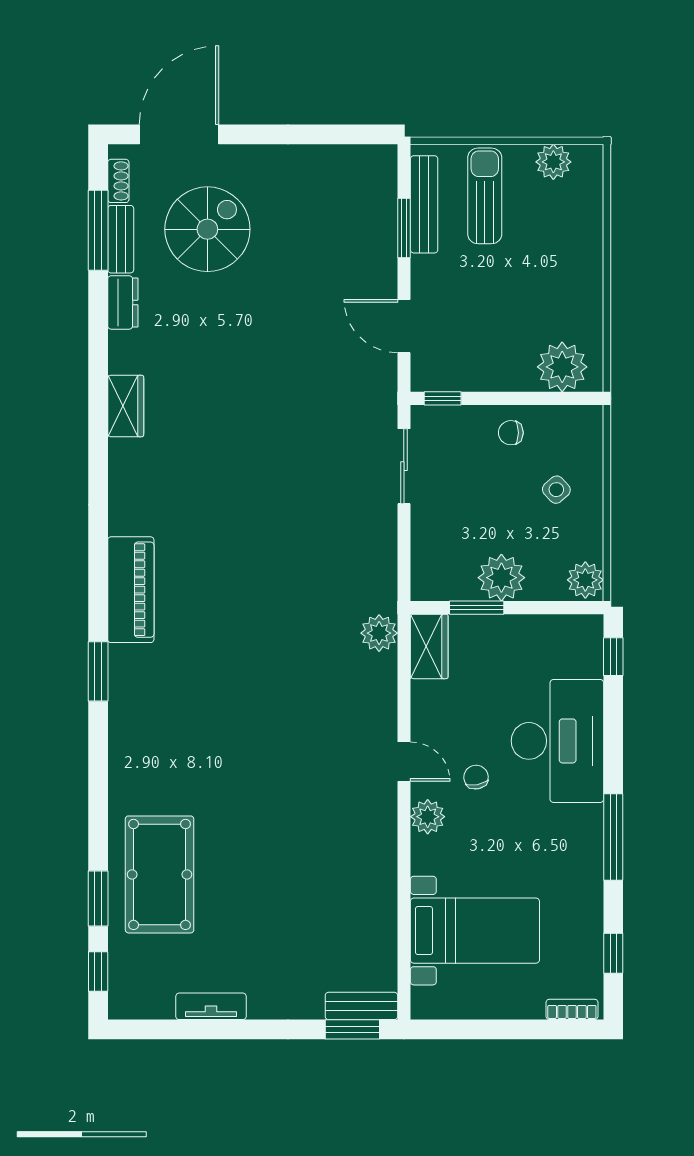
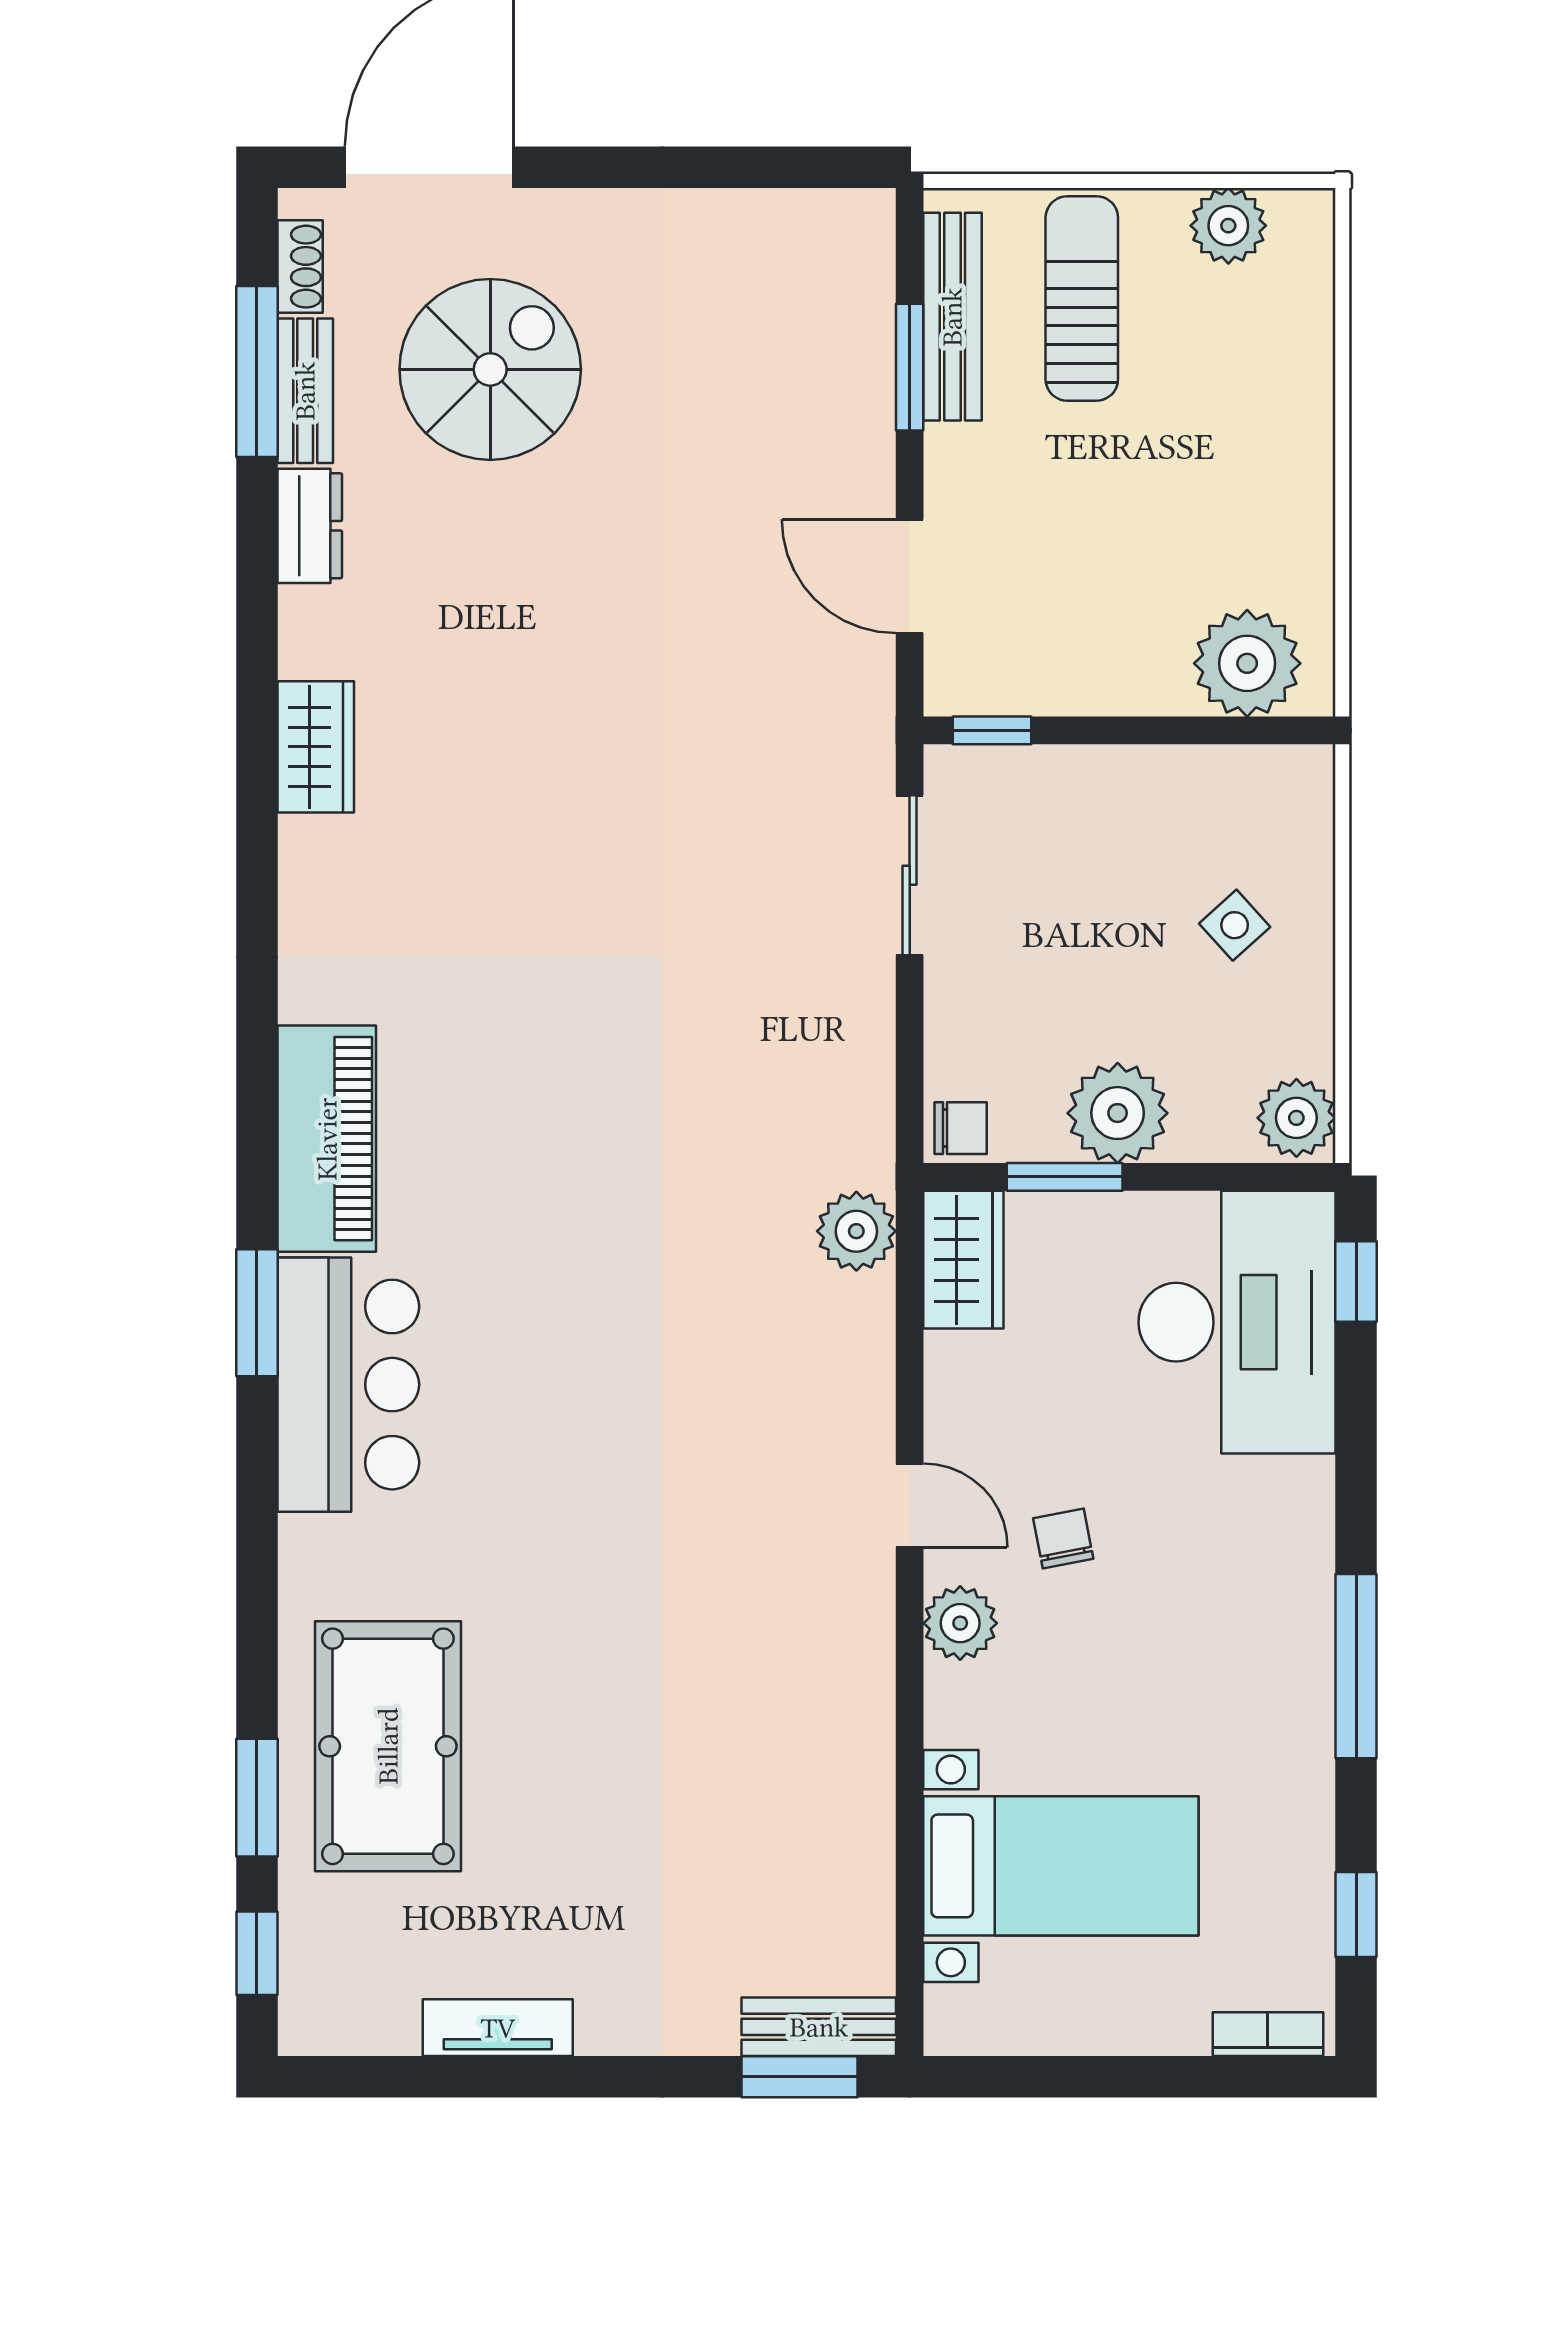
chair: (511, 433) -> (961, 1128), moved, turned 180
bar counter: (141, 705) -> (348, 1385), added
desk: (557, 741) -> (1237, 1322), moved

